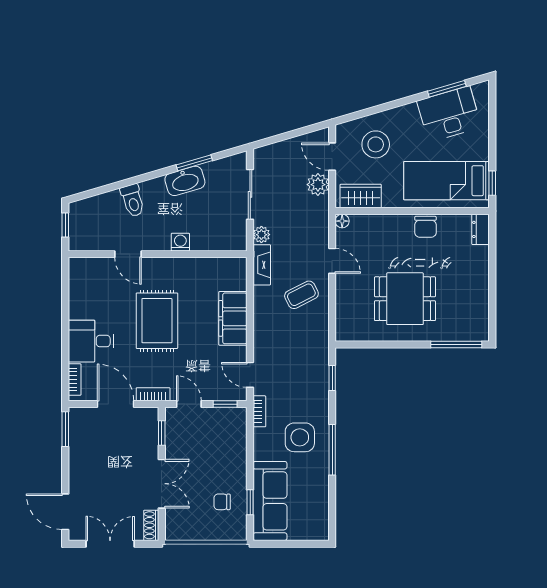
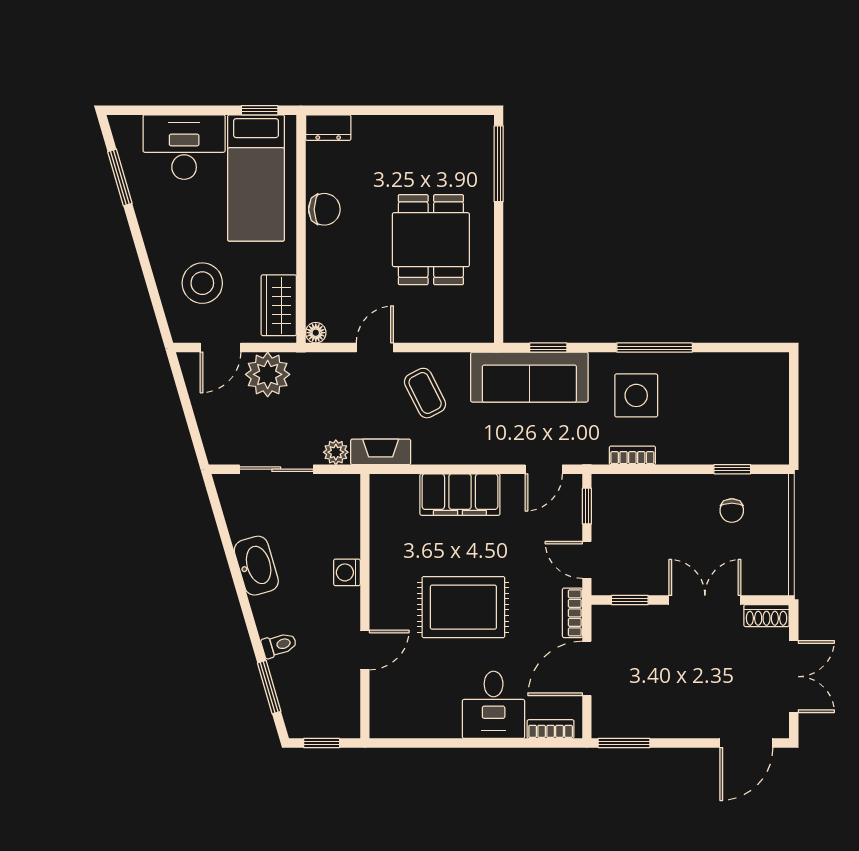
desk: (449, 114) -> (184, 147), moved, turned 106
window: (194, 163) -> (269, 687), moved
plant: (318, 185) -> (268, 374), width x1.36, depth x1.36
toilet: (133, 200) -> (279, 645), width x0.73, depth x0.72
door: (189, 404) -> (587, 560), hinge flipped
bookcase: (259, 411) -> (632, 455), moved
sofa: (270, 501) -> (529, 377), moved, turned 180
double door: (110, 544) -> (794, 677), swing flipped

